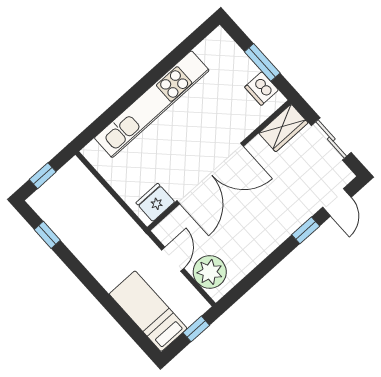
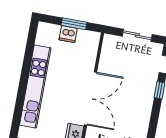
dishwasher: (261, 89) -> (68, 34), moved
wardrobe: (283, 128) -> (109, 48), removed

